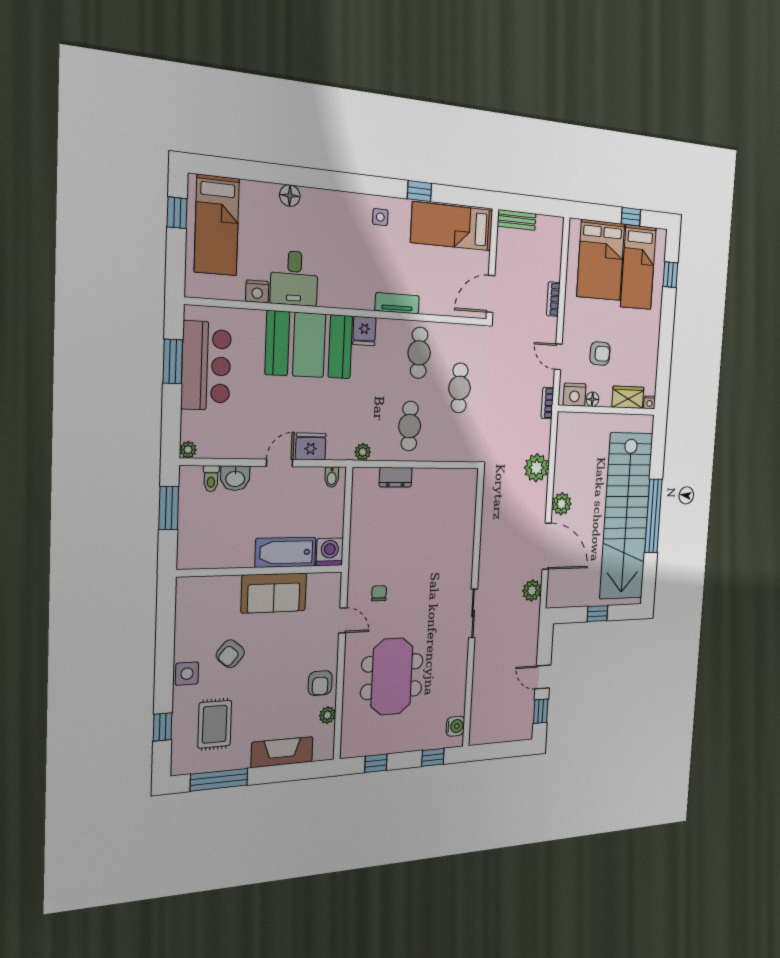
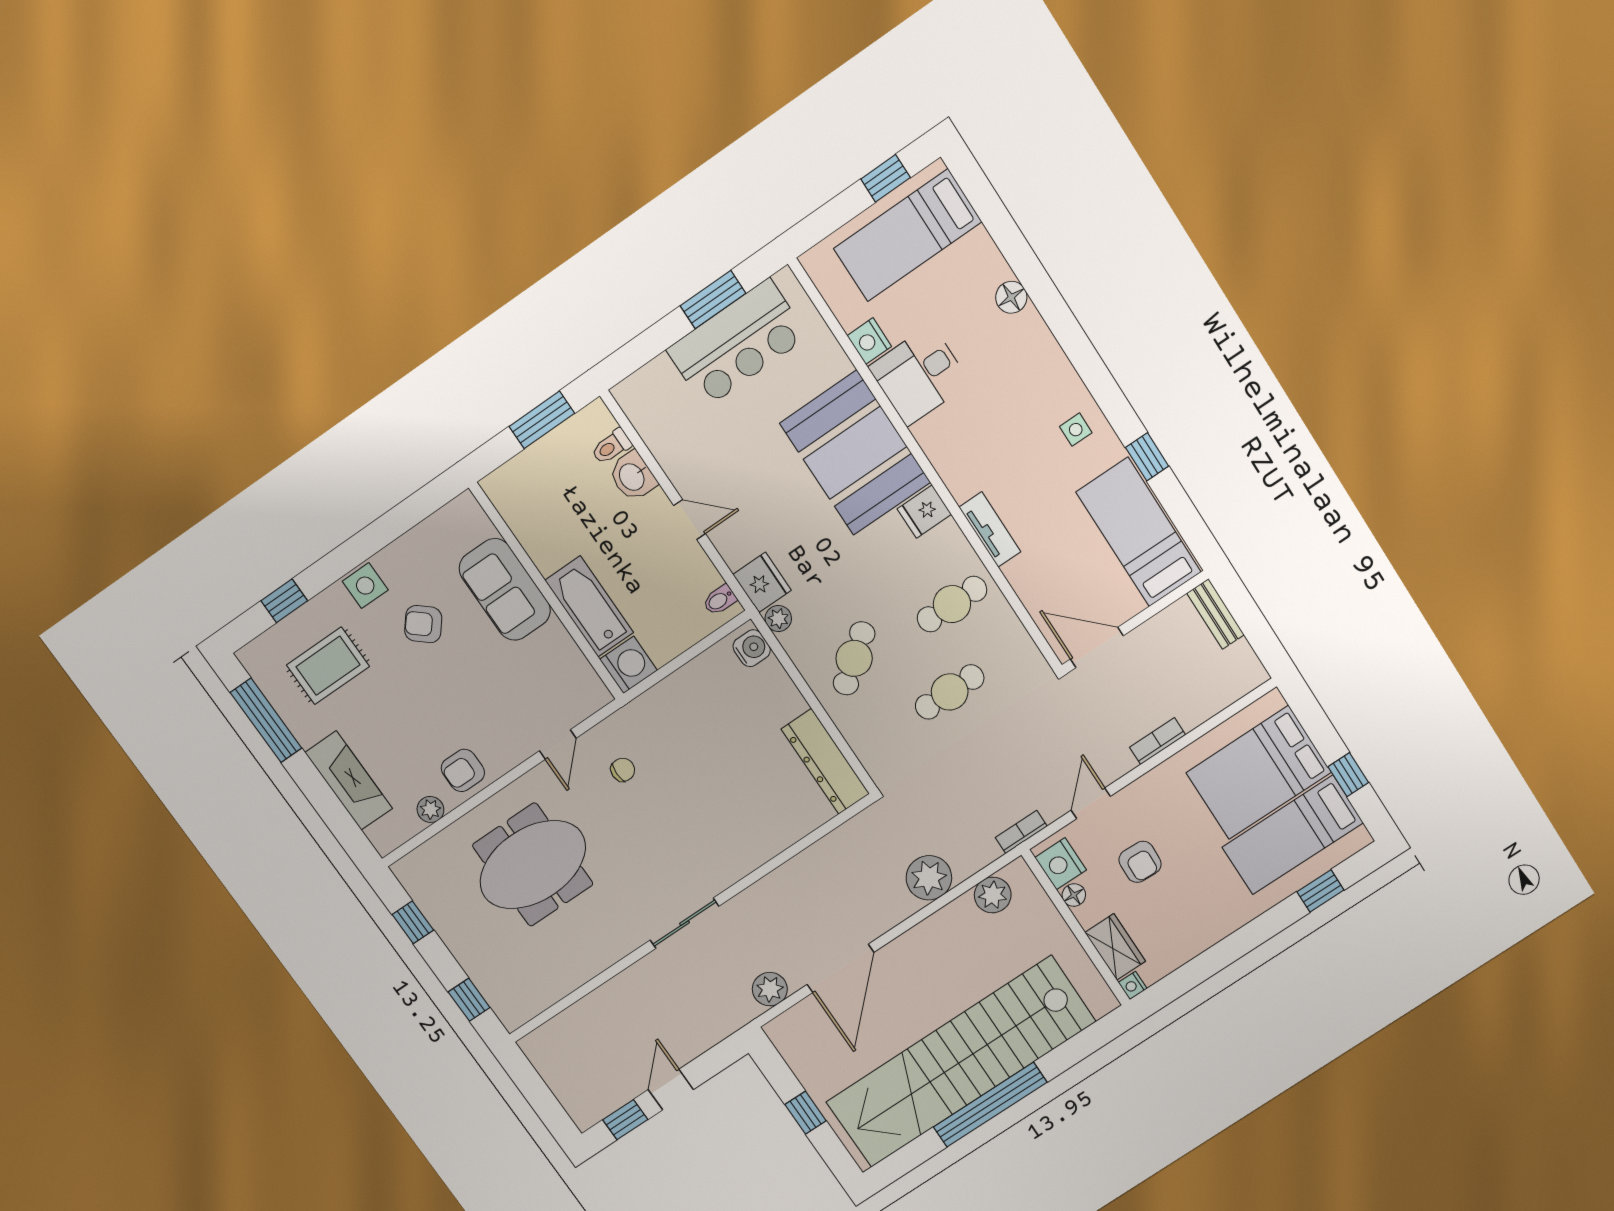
cafe table: (410, 426) -> (854, 658), turned -38
fridge: (311, 446) -> (762, 582), moved
plant: (188, 450) -> (625, 393), removed
dresser: (396, 477) -> (825, 761), moved, width x1.96, depth x1.24
plant: (562, 504) -> (993, 895), moved
sofa: (274, 593) -> (505, 590), moved
water cooler: (455, 726) -> (752, 648), moved, turned -90

